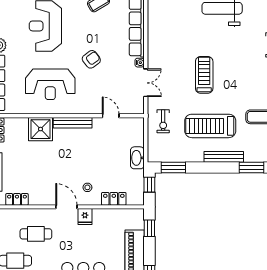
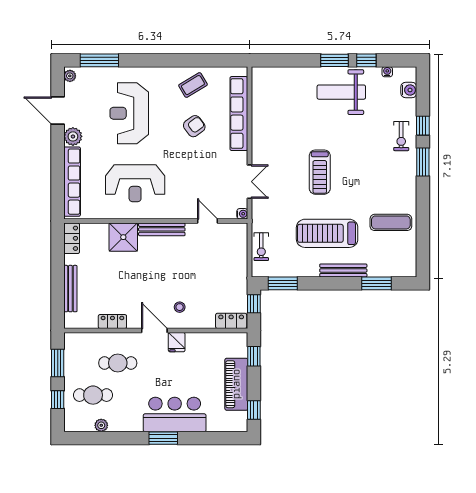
armchair: (91, 59) -> (194, 126), moved
water cooler: (140, 63) -> (242, 214), moved
treadmill: (204, 75) -> (320, 172), turned 180
exercise bike: (163, 121) -> (261, 247), moved
washbasin: (137, 158) -> (240, 272), removed
locker: (17, 199) -> (112, 322), moved
locker: (114, 199) -> (231, 321), moved

